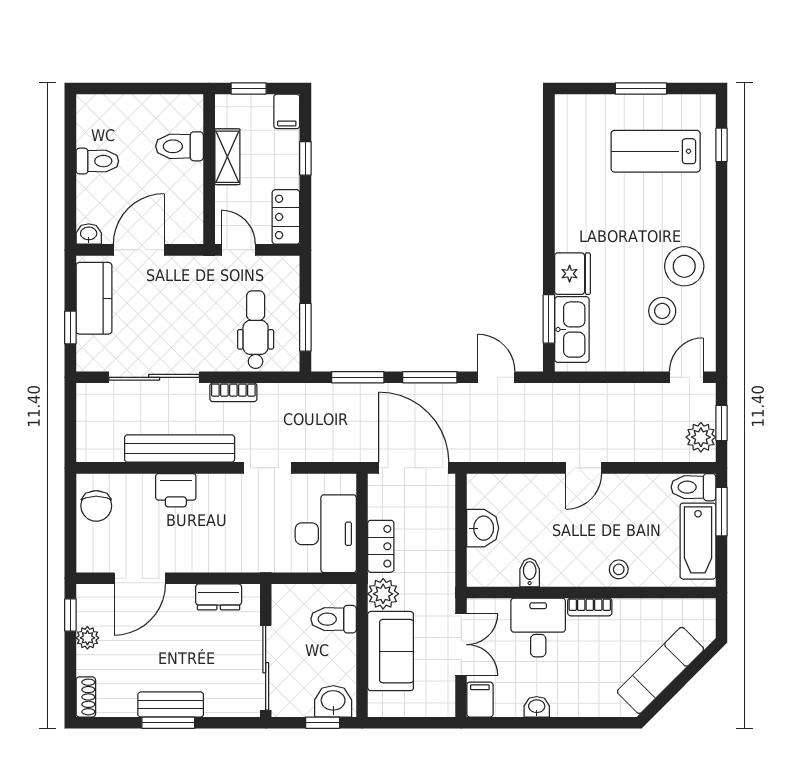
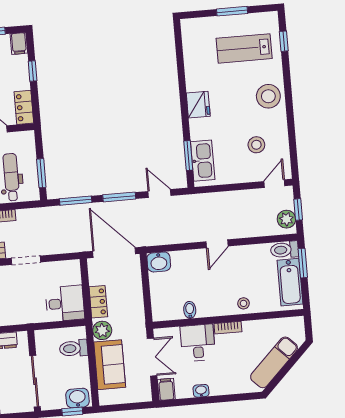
stool: (684, 266) -> (268, 96), moved
fridge: (572, 274) -> (198, 105), moved
washbasin: (483, 528) -> (159, 262), moved, turned 90
desk: (326, 534) -> (65, 303), width x0.73

